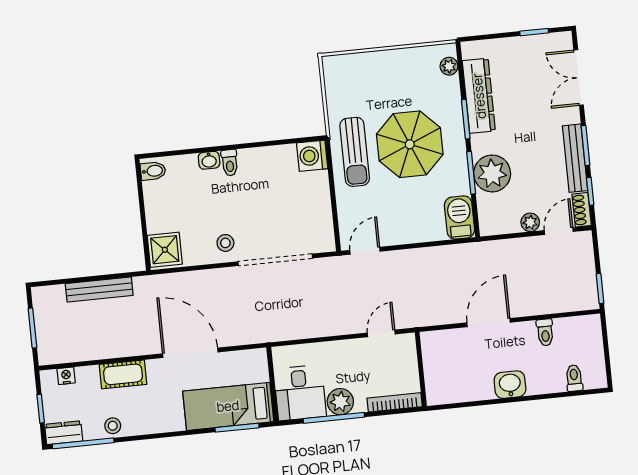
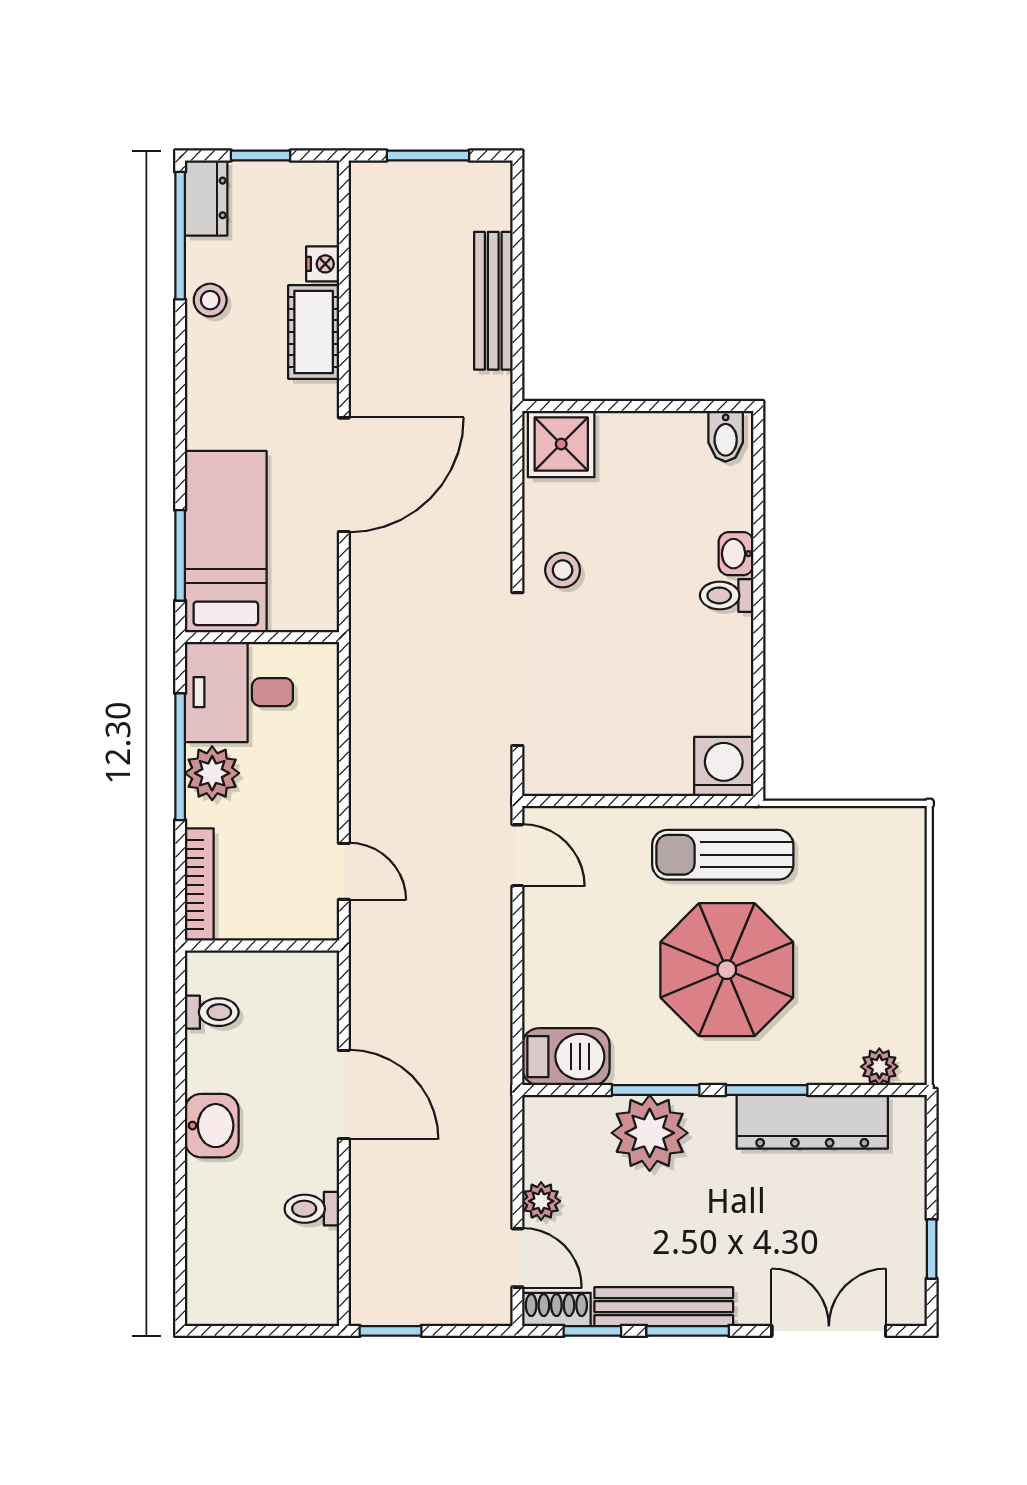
nightstand: (66, 376) -> (323, 264), moved
toilet: (574, 378) -> (212, 1012), moved

